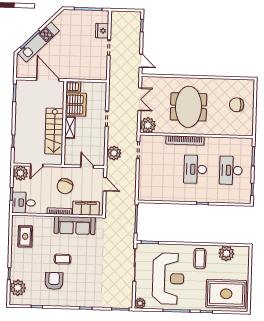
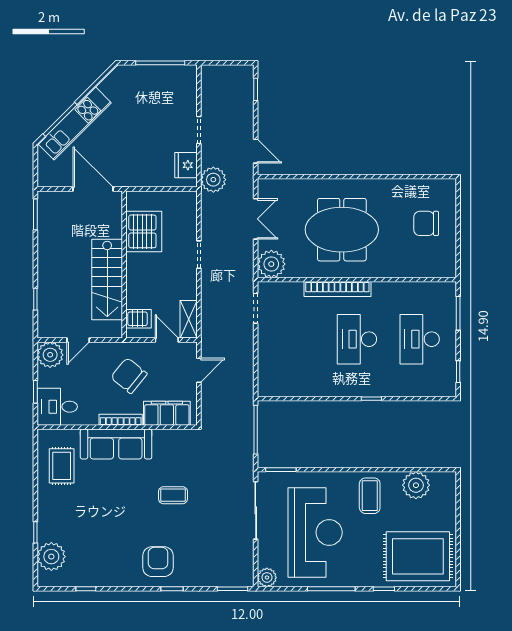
fridge: (102, 31) -> (186, 165), moved
server rack: (73, 87) -> (139, 319), moved
meeting table: (188, 107) -> (342, 230), turned 90
shelving: (70, 127) -> (189, 319), moved
plant: (114, 153) -> (213, 180), moved
door: (105, 184) -> (199, 370), hinge flipped
chair: (65, 186) -> (129, 376), turned 113
sofa: (75, 225) -> (116, 444), moved
coffee table: (62, 259) -> (173, 495), moved
armchair: (54, 281) -> (158, 562), moved

